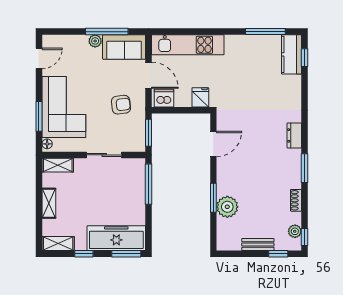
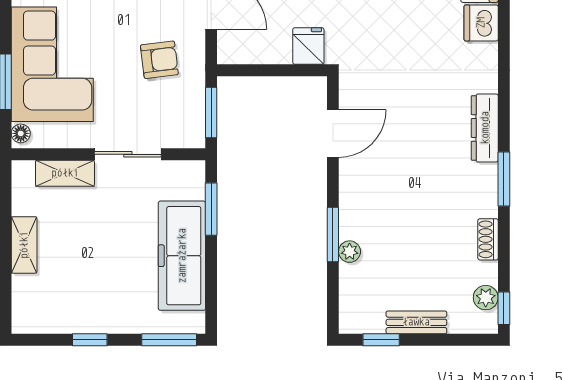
dishwasher: (164, 98) -> (481, 23), moved, turned -90
dresser: (294, 135) -> (485, 128), width x1.44
shelving: (58, 165) -> (65, 173), moved
window: (149, 184) -> (211, 209), width x0.69
plant: (227, 207) -> (350, 252), width x0.53, depth x0.53
freezer: (116, 238) -> (182, 256), moved, turned -90
shelving: (58, 243) -> (41, 320), removed
window: (278, 254) -> (381, 340), moved

